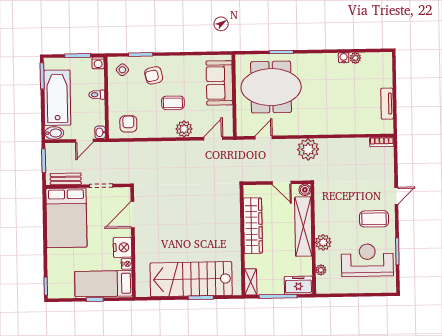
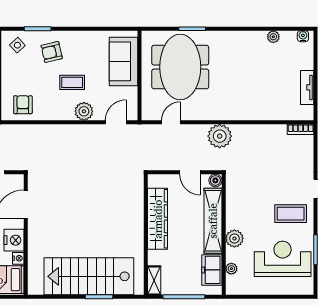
water cooler: (344, 58) -> (303, 36), moved
meeting table: (271, 87) -> (180, 67), turned 90
freezer: (298, 285) -> (212, 270), moved, turned -90

